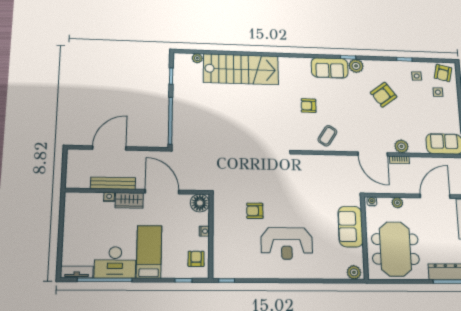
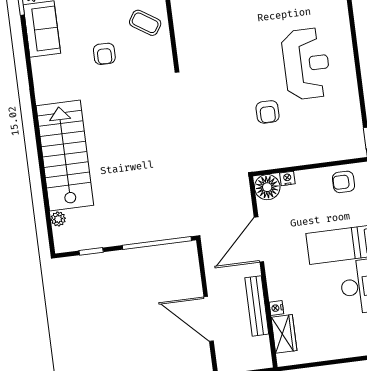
wardrobe: (129, 200) -> (284, 334), moved
nightstand: (204, 231) -> (287, 178), moved

